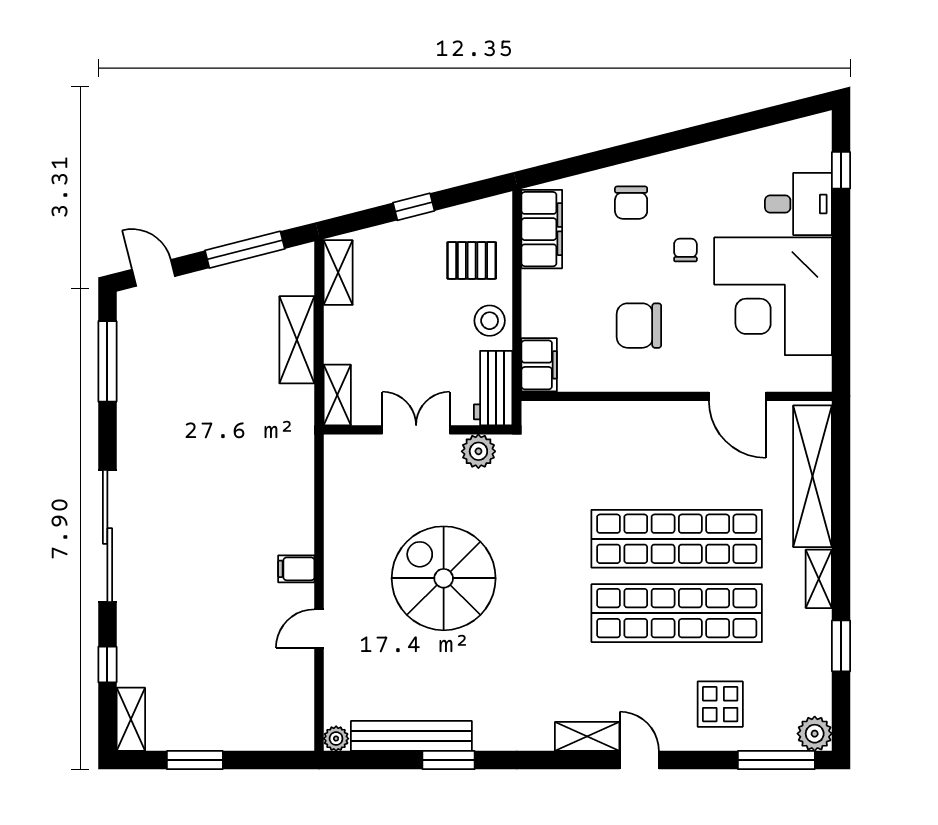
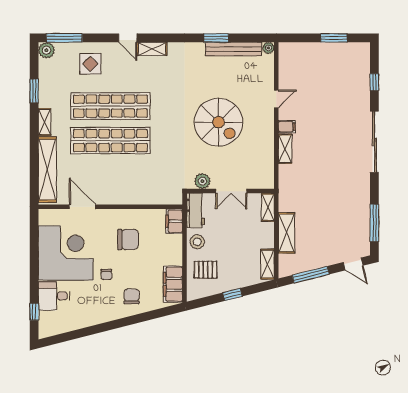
shelving: (131, 719) -> (285, 149), moved

